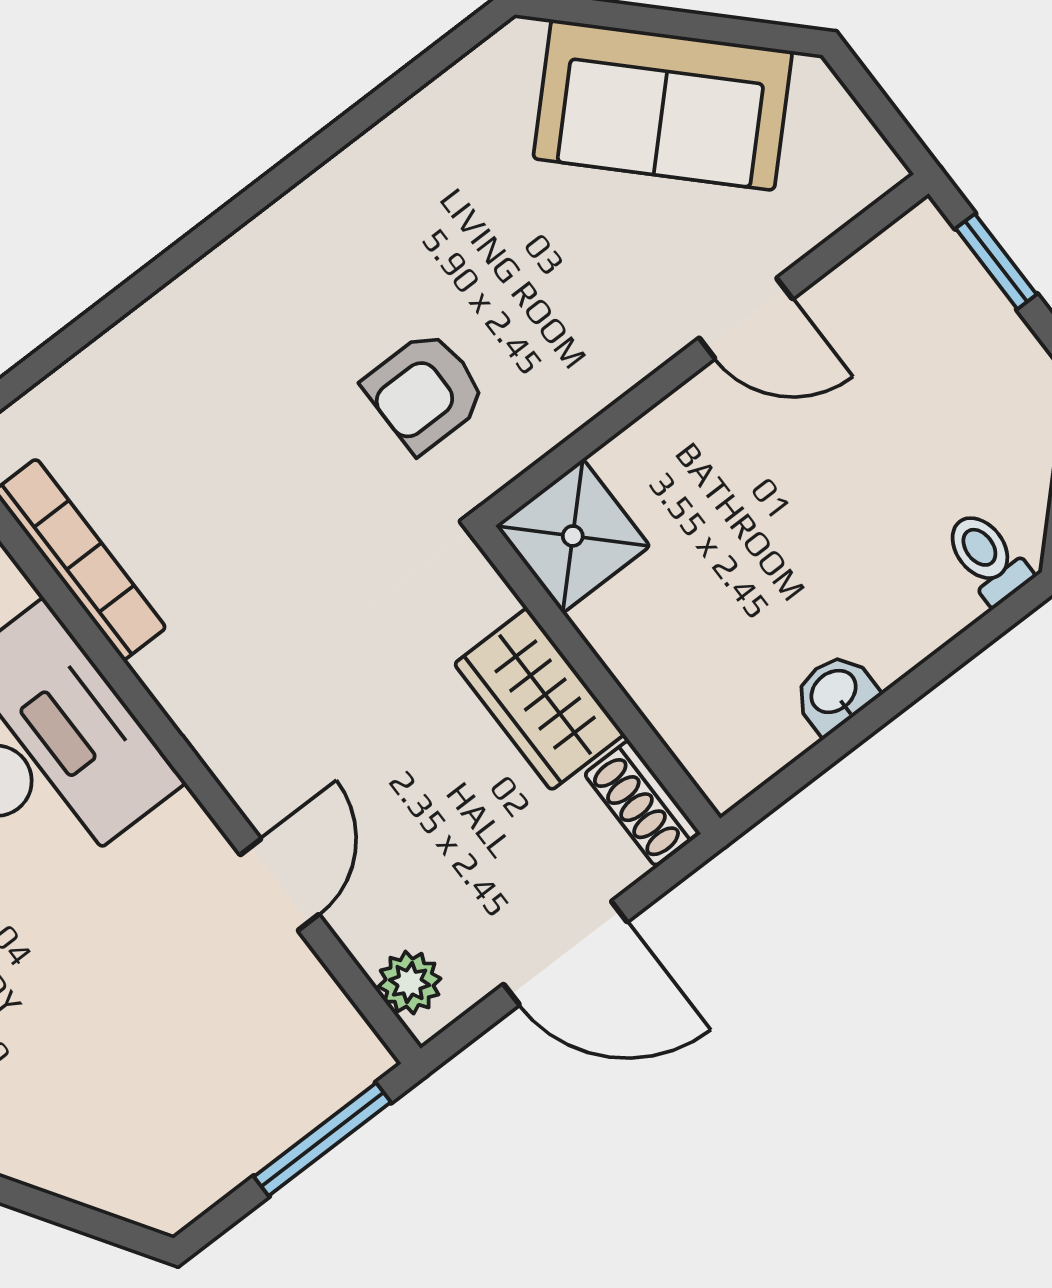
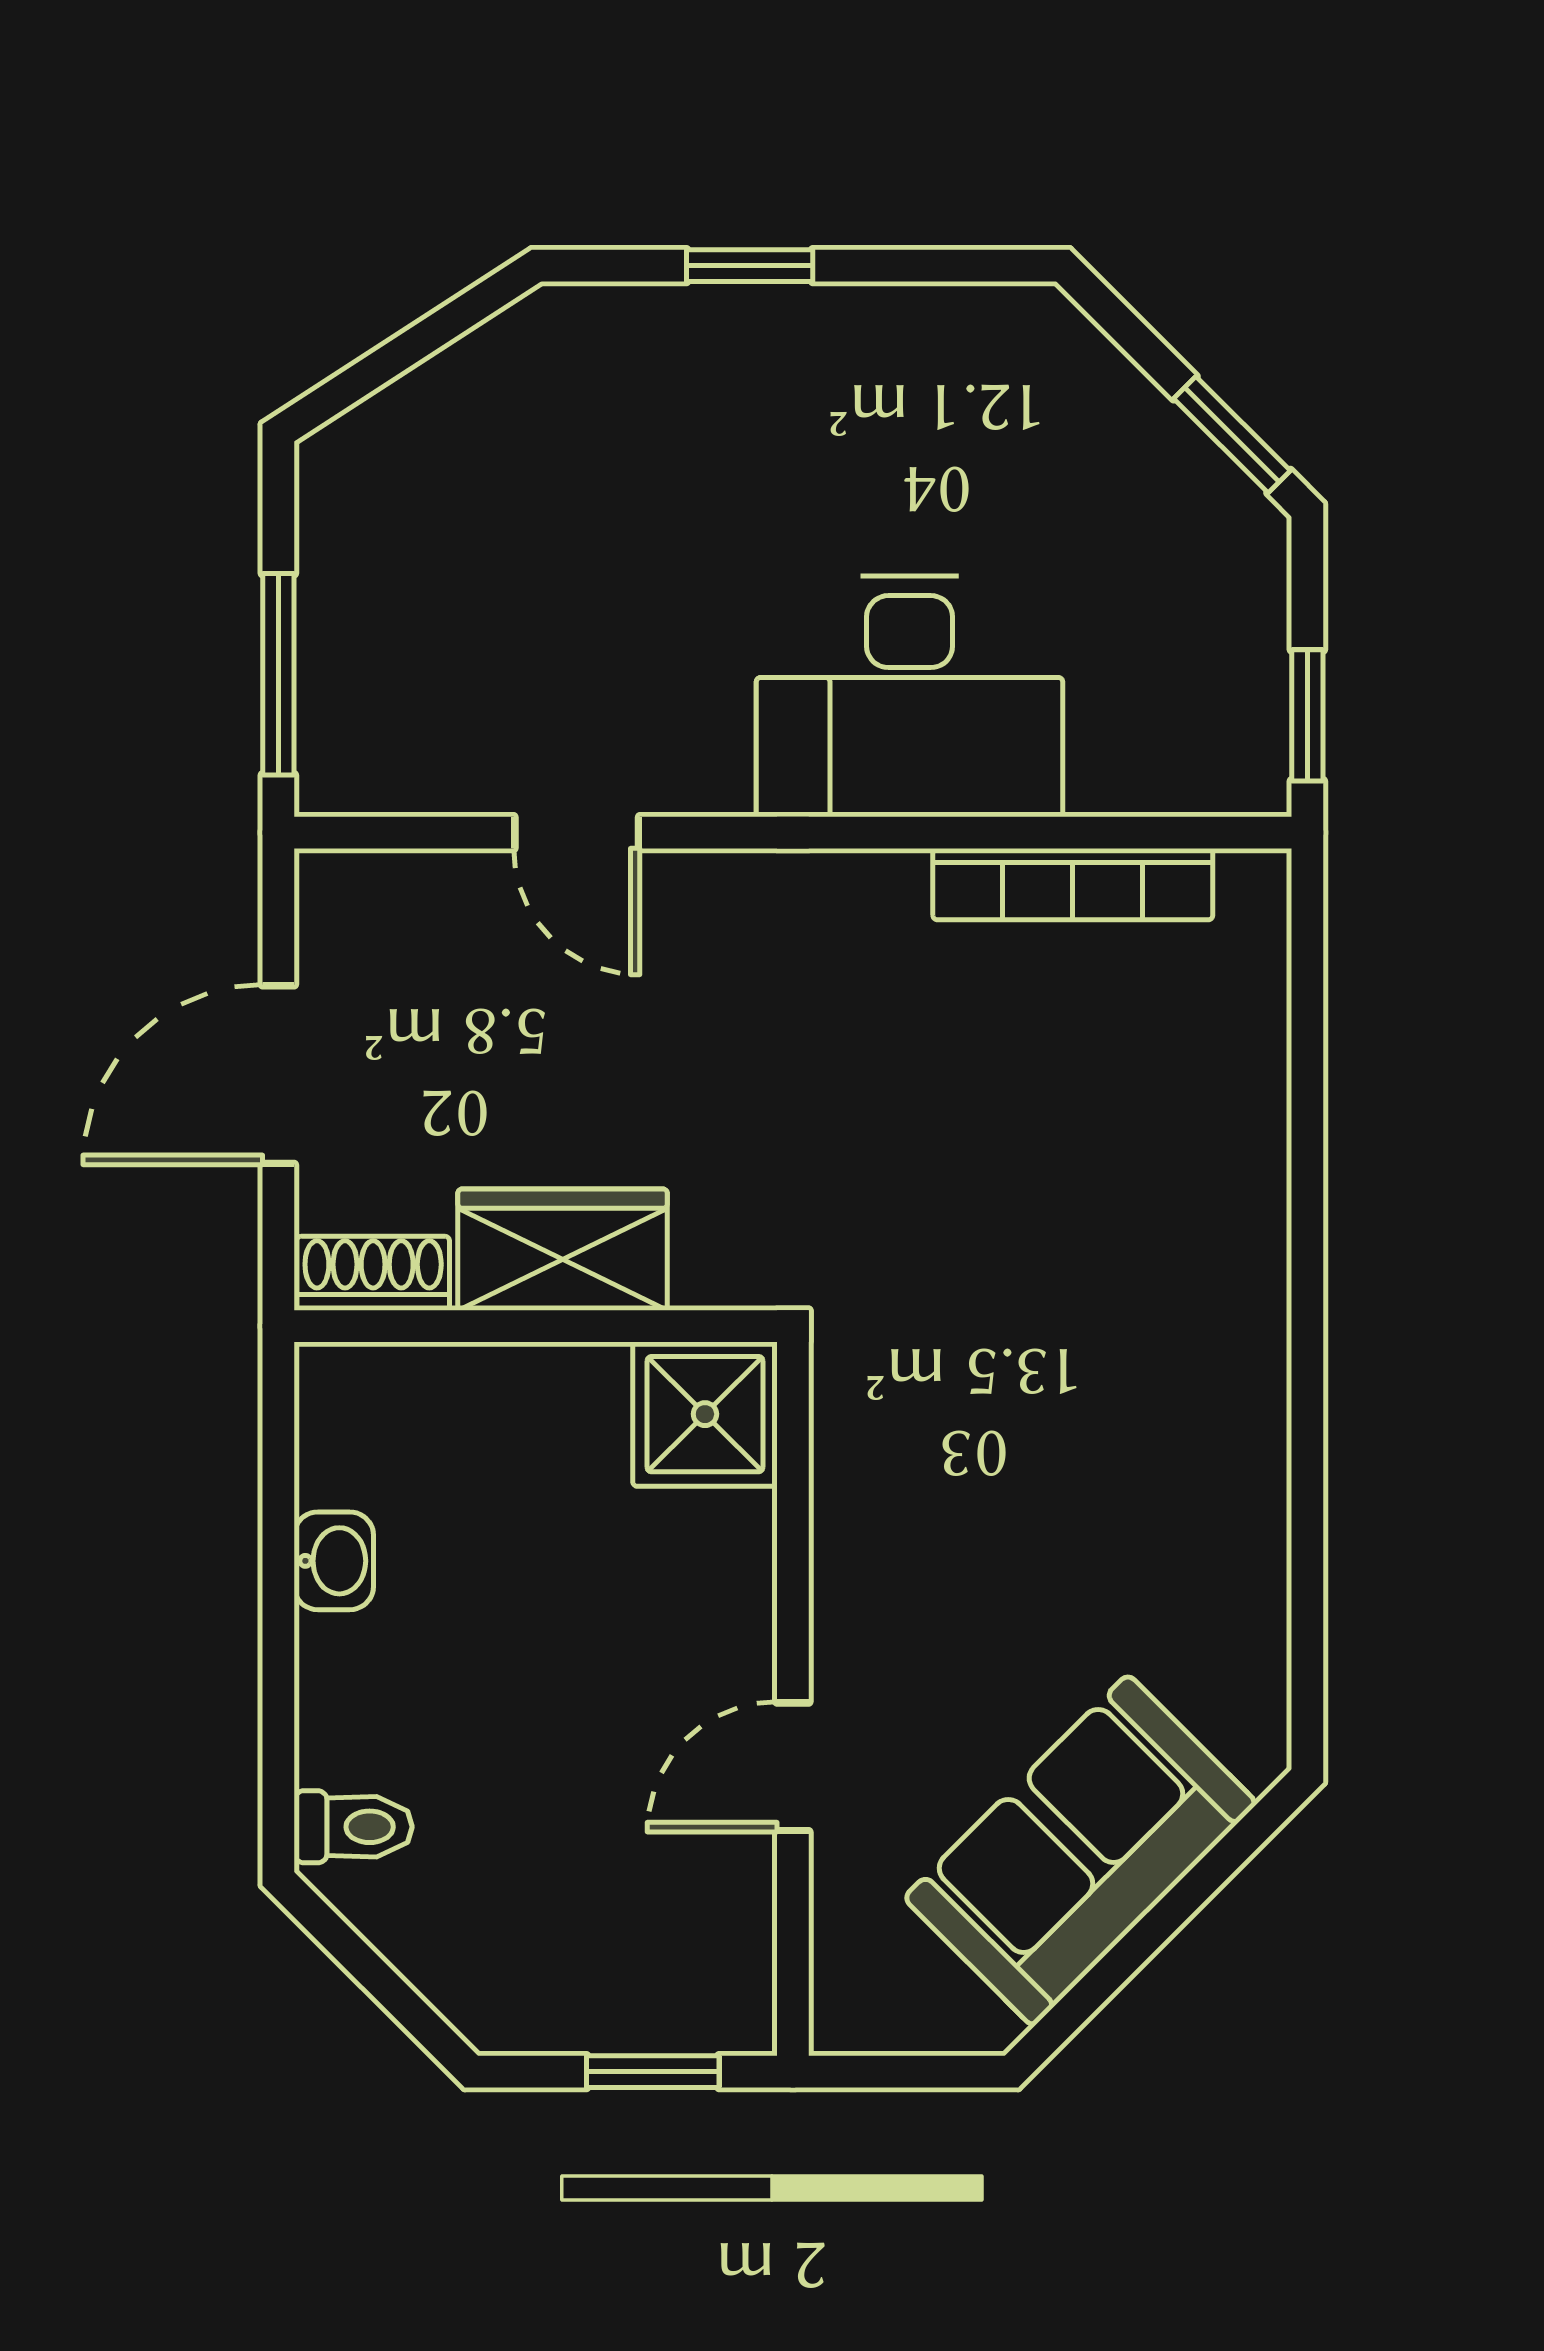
armchair: (425, 392) -> (972, 1376), removed
plant: (410, 983) -> (372, 890), removed

